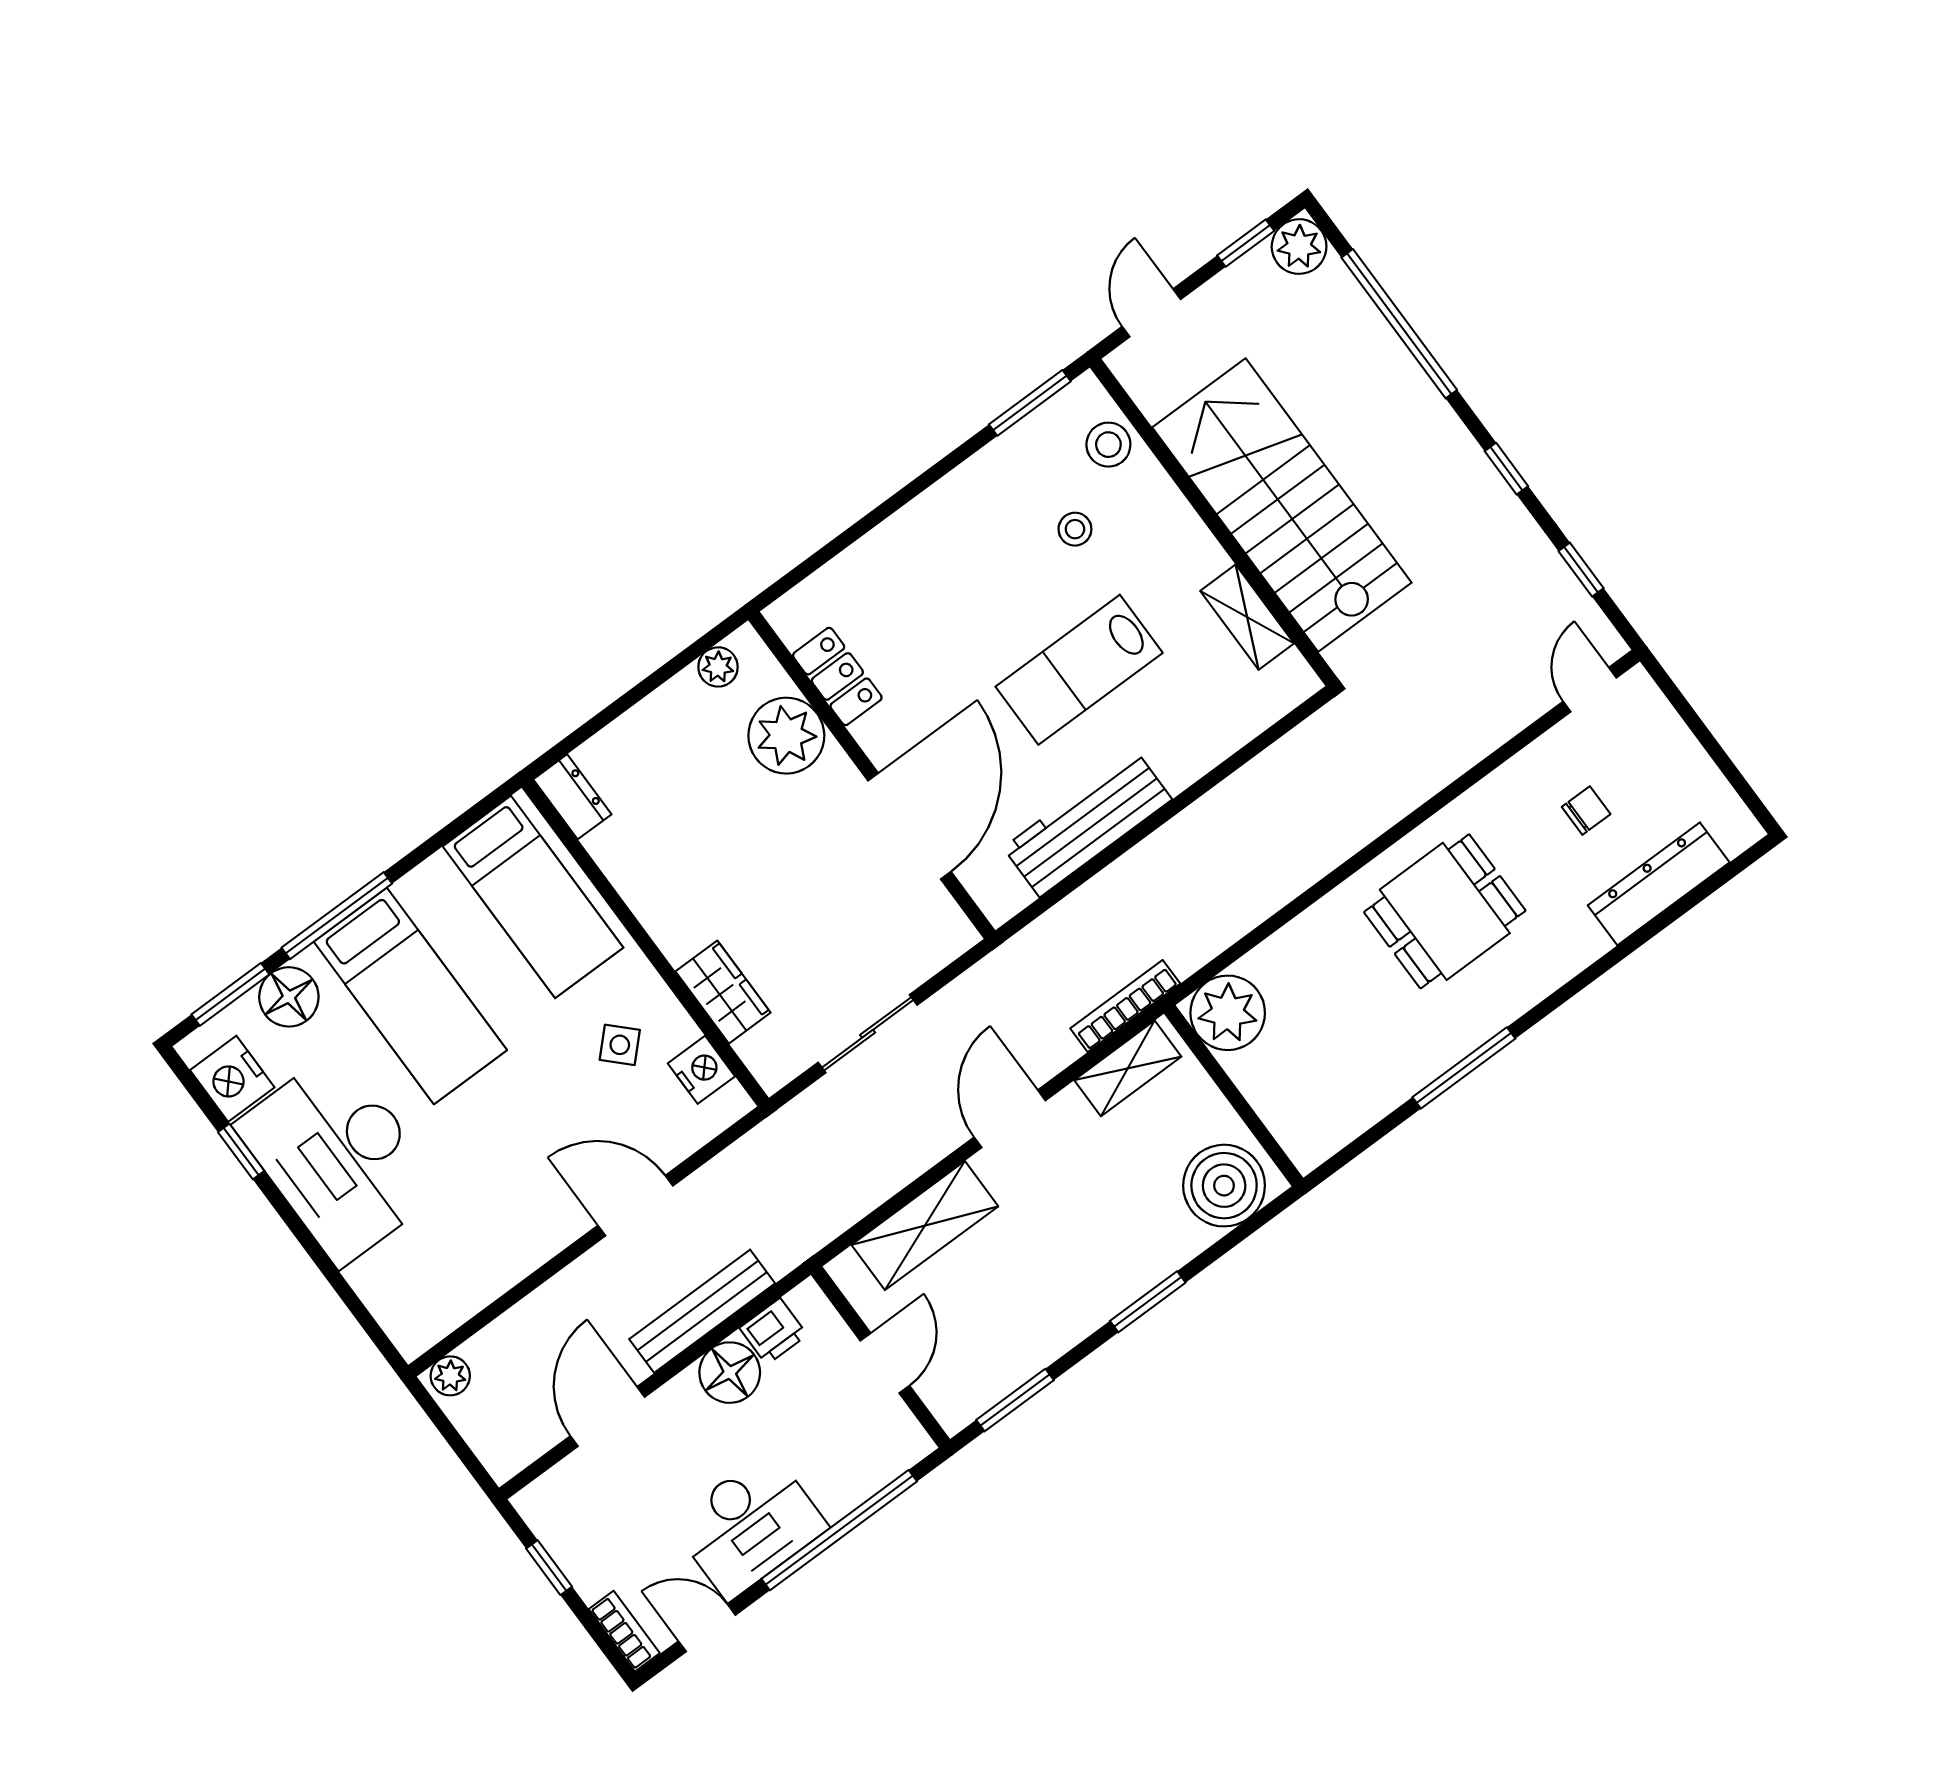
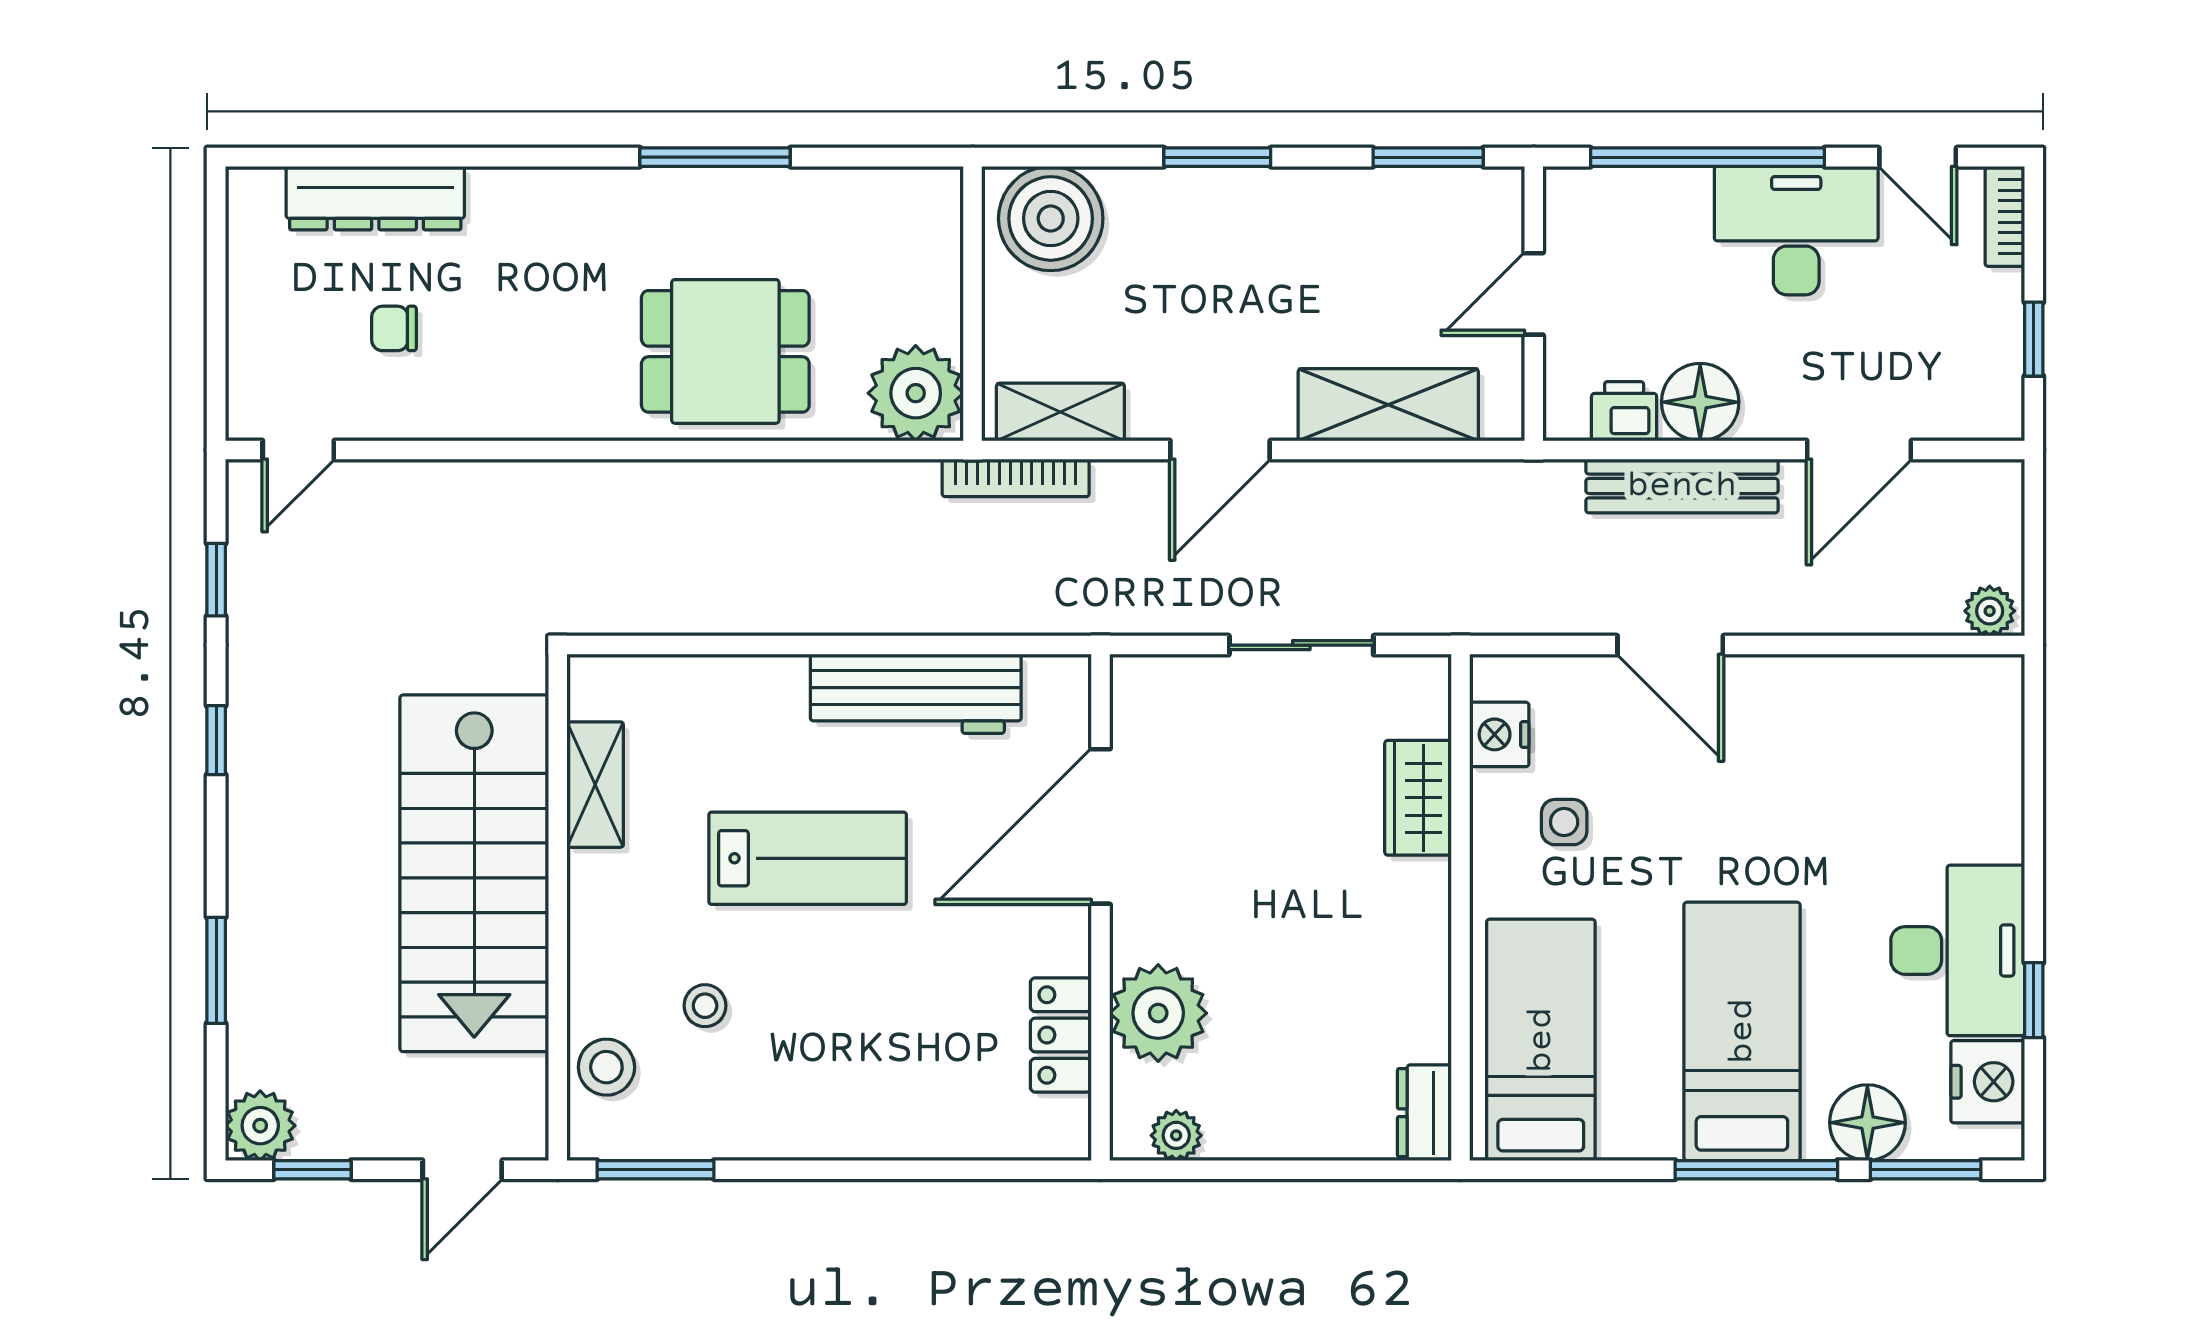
window: (1399, 324) -> (216, 970), width x0.47
dining table: (1445, 911) -> (725, 351), moved
side table: (620, 1045) -> (1564, 822), turned 45
desk: (339, 1158) -> (1958, 950), width x0.73, depth x0.77

